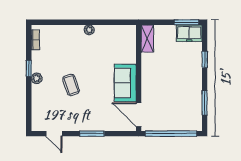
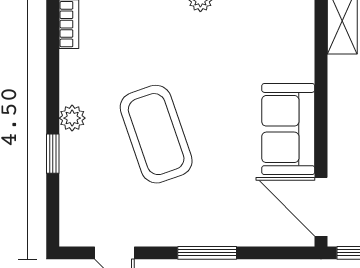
window: (29, 68) -> (53, 154), moved
coffee table: (71, 85) -> (156, 134), width x1.86, depth x1.72

